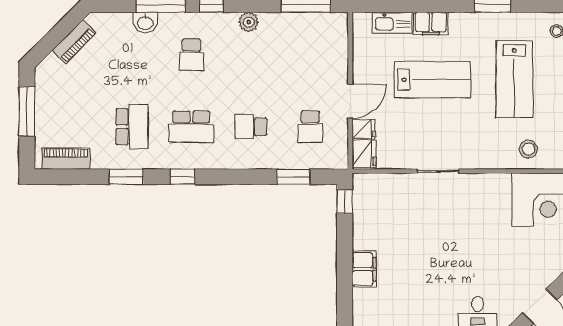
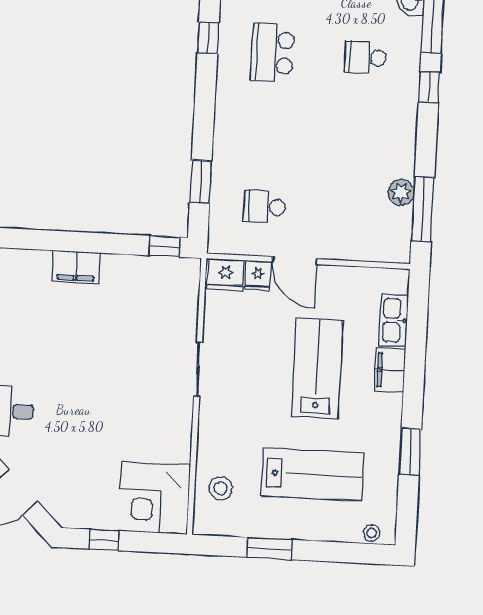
plant: (249, 22) -> (401, 192), moved
lab bench: (514, 79) -> (312, 475), turned 180
lab bench: (432, 80) -> (317, 368), turned 180
school desk: (251, 127) -> (268, 130), removed

